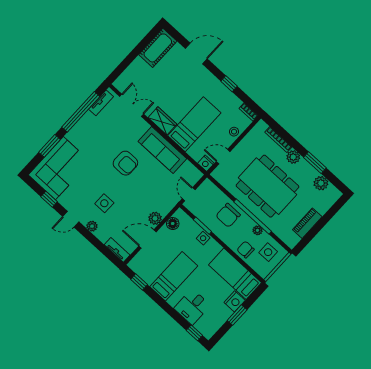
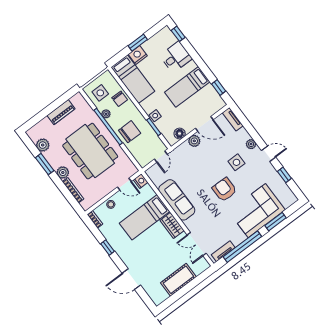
cot: (158, 48) -> (178, 280), moved
armchair: (125, 163) -> (224, 190), moved
corner sofa: (59, 168) -> (257, 211), moved

